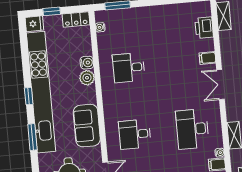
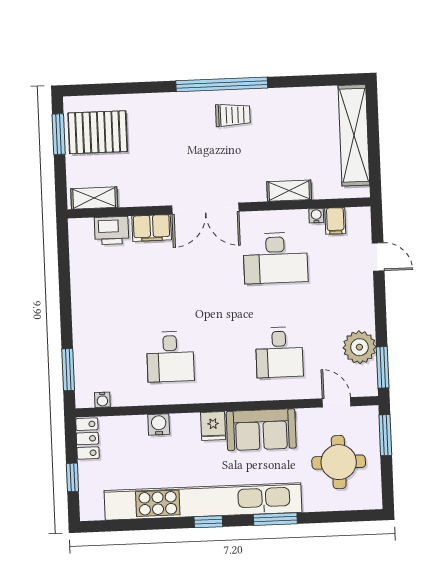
fridge: (34, 24) -> (213, 426), moved, turned 180
filing cabinet: (207, 58) -> (152, 228), width x2.00
plant: (87, 78) -> (183, 425), removed
double door: (221, 84) -> (205, 208), width x1.37

